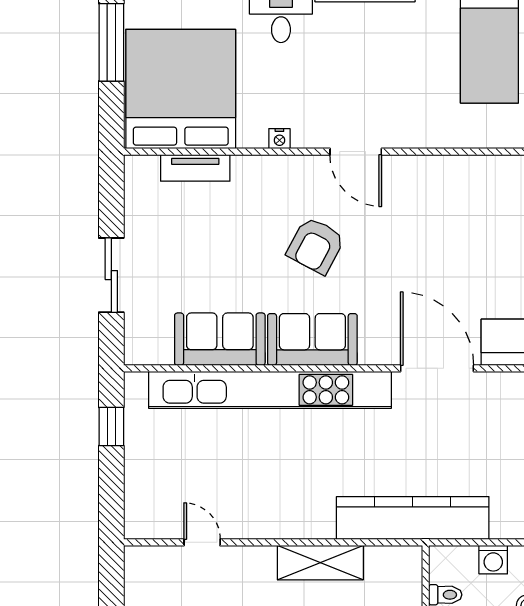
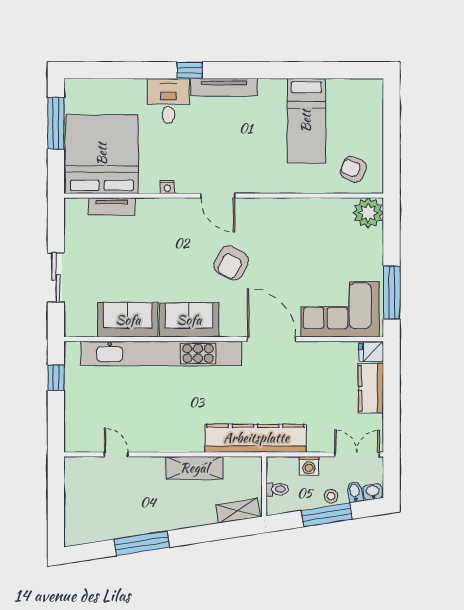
armchair: (316, 246) -> (231, 263), moved

